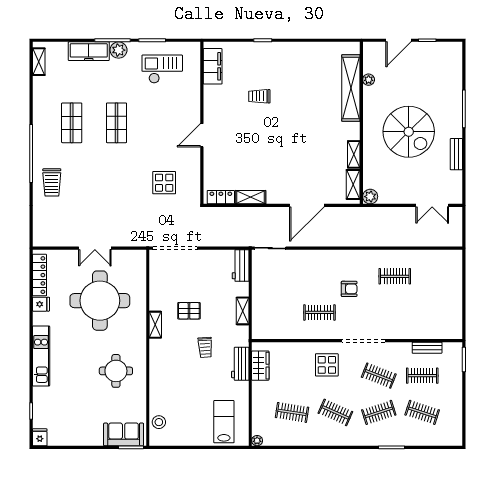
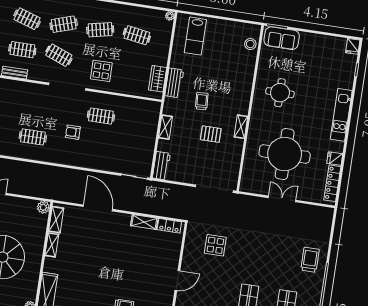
door: (307, 205) -> (98, 208), hinge flipped
clothes rail: (335, 412) -> (100, 30), turned -36

